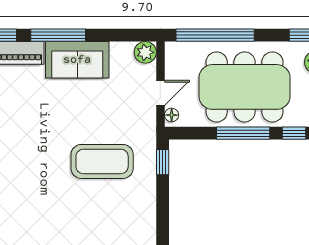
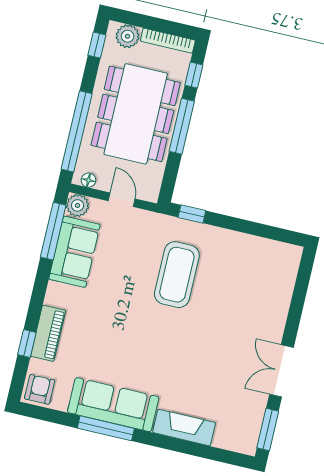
window: (58, 35) -> (53, 231), moved
sofa: (77, 60) -> (74, 252), moved
floor lamp: (172, 115) -> (88, 180), moved

